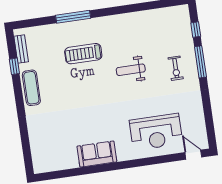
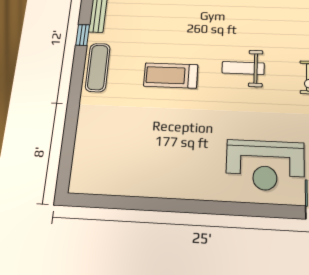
treadmill: (83, 54) -> (171, 75), moved
sofa: (97, 154) -> (169, 181), removed

